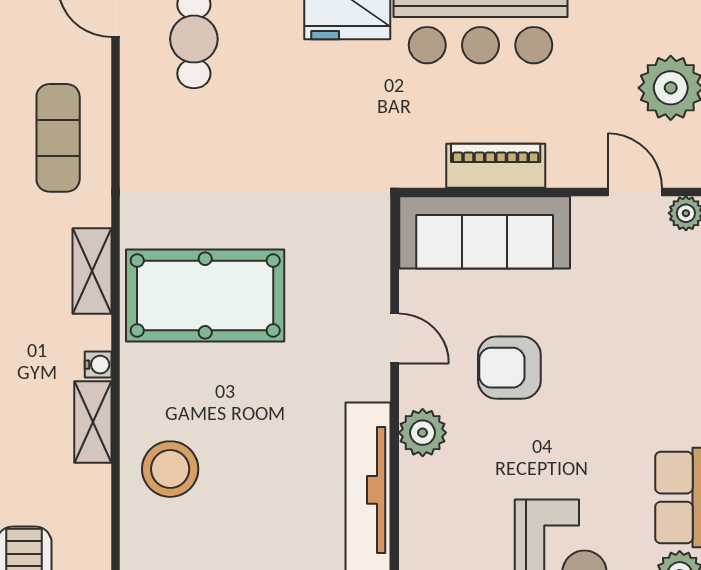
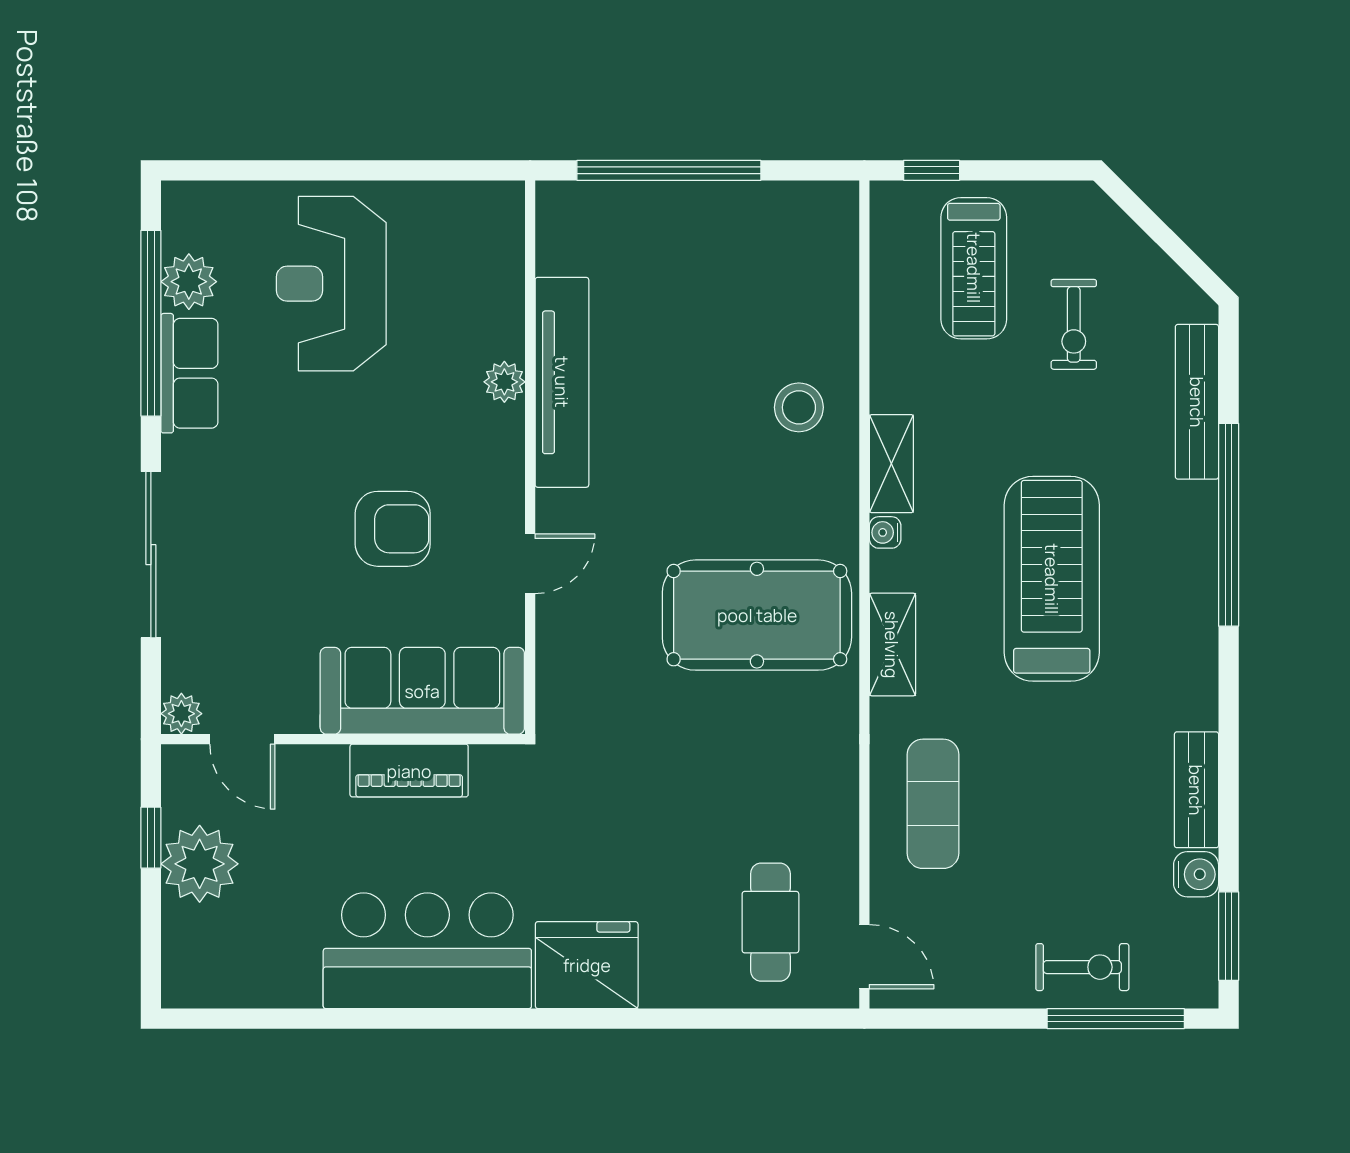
door: (395, 338) -> (530, 564), swing flipped
plant: (423, 433) -> (504, 382), moved, width x0.73, depth x0.73
stool: (170, 469) -> (799, 407), width x0.73, depth x0.73

